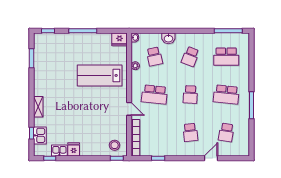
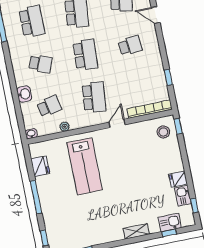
fridge: (119, 39) -> (40, 166), moved
school desk: (190, 95) -> (85, 55), width x1.85

